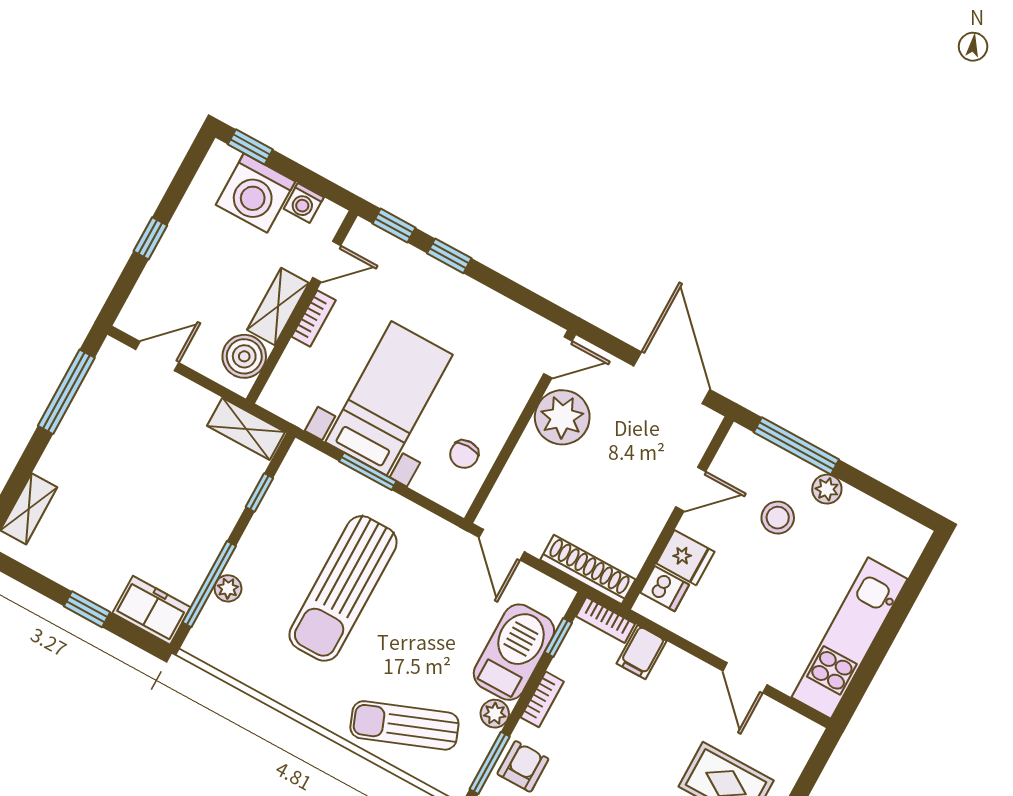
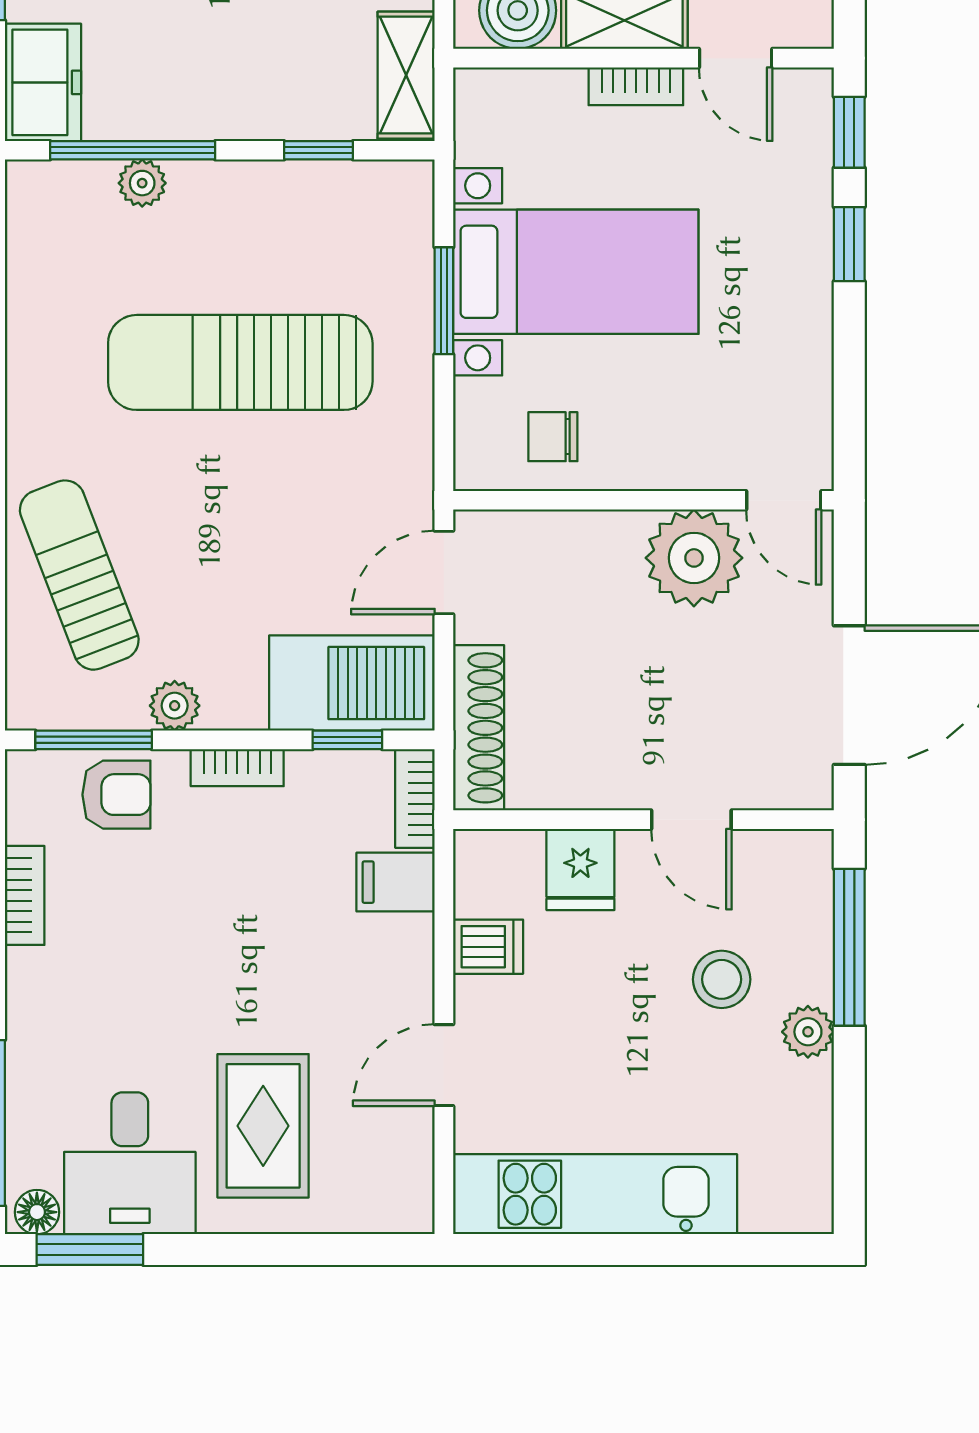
dishwasher: (665, 589) -> (488, 947), moved, turned -90
barbecue: (514, 652) -> (351, 683), moved

